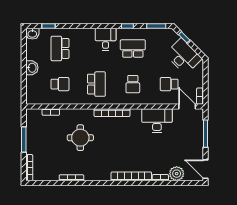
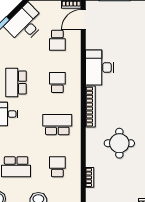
school desk: (133, 84) -> (57, 82), turned -90
desk: (157, 121) -> (99, 68), moved

